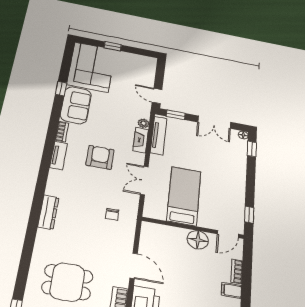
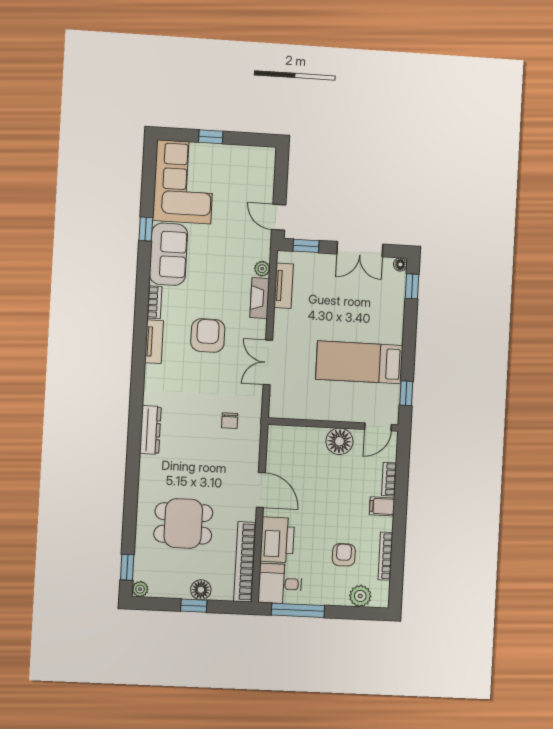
tv unit: (159, 135) -> (284, 286), width x0.71
bed: (184, 196) -> (359, 362), moved, turned -90

